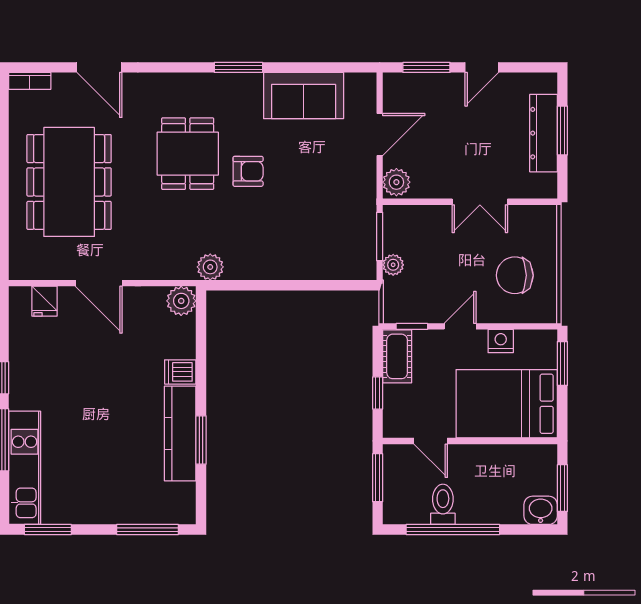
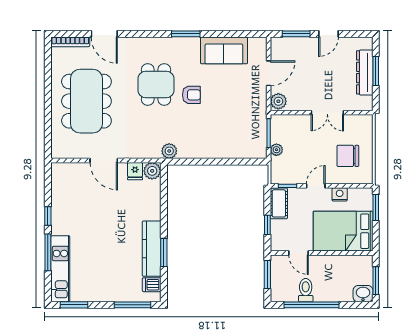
bookcase: (30, 81) -> (70, 42), width x1.56
fridge: (45, 301) -> (135, 171), moved
dishwasher: (180, 372) -> (152, 285), moved

